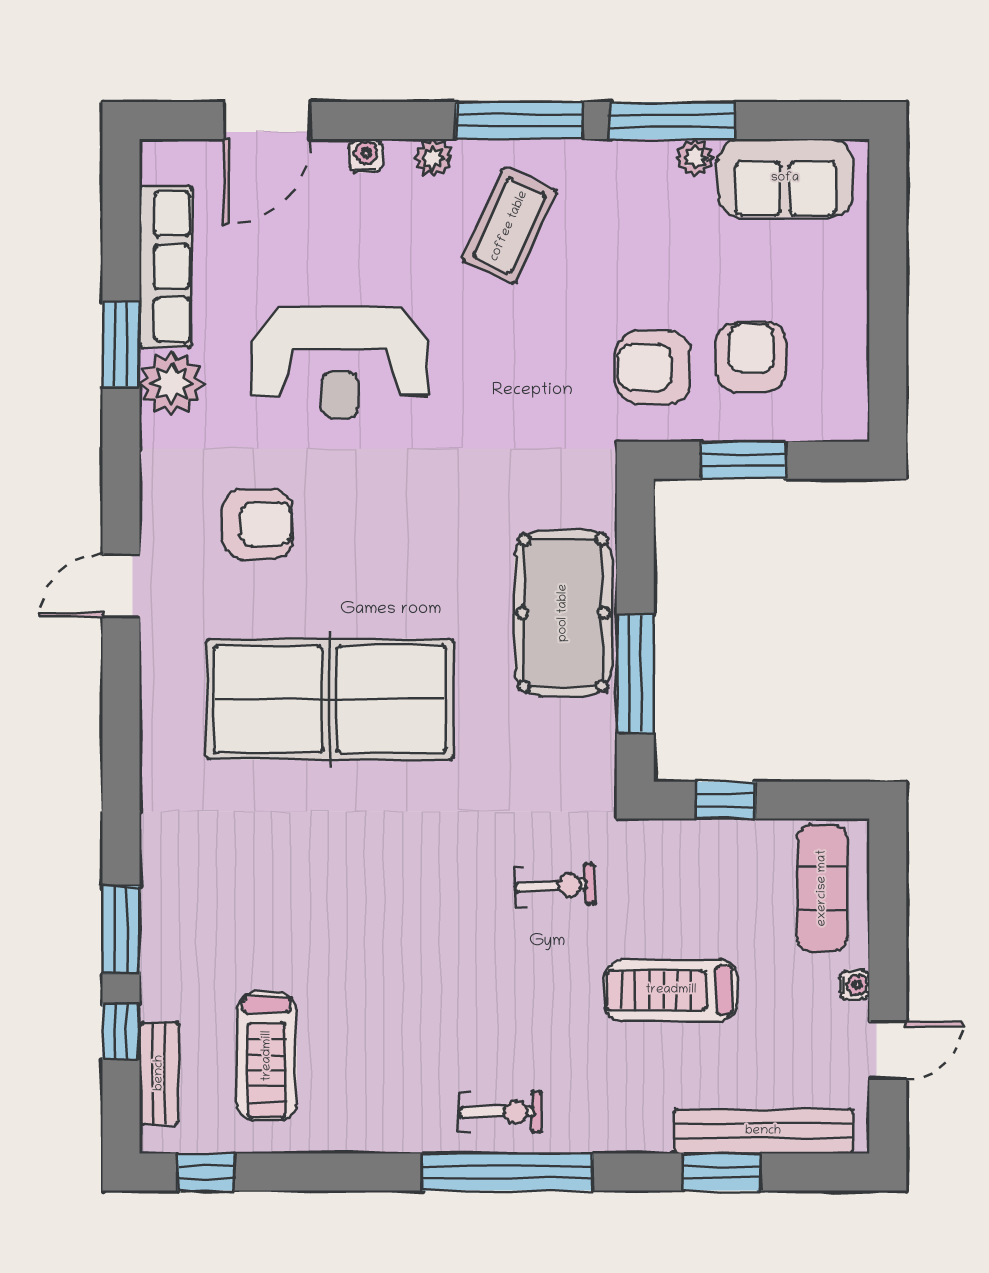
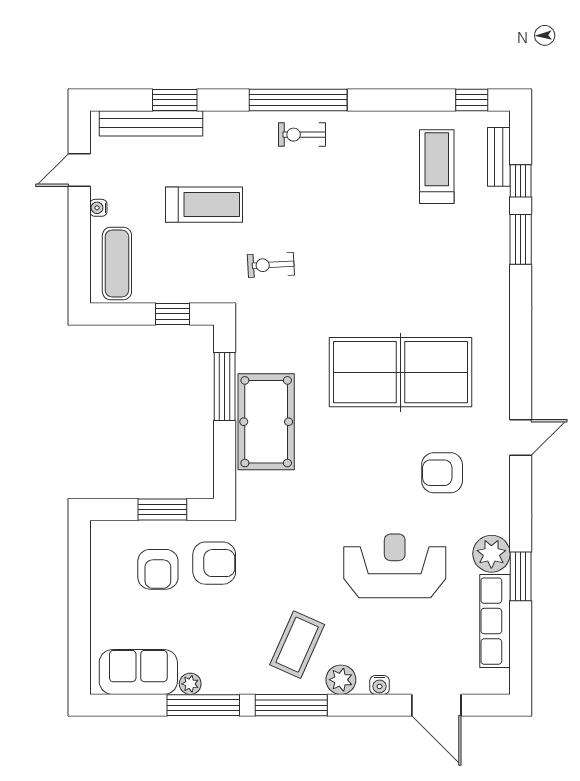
door: (267, 121) -> (436, 705), swing flipped
plant: (433, 158) -> (341, 680), width x1.38, depth x1.38

